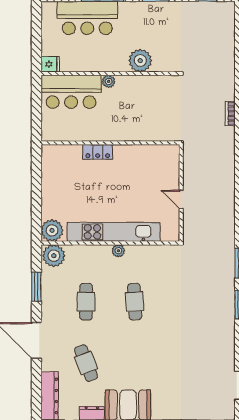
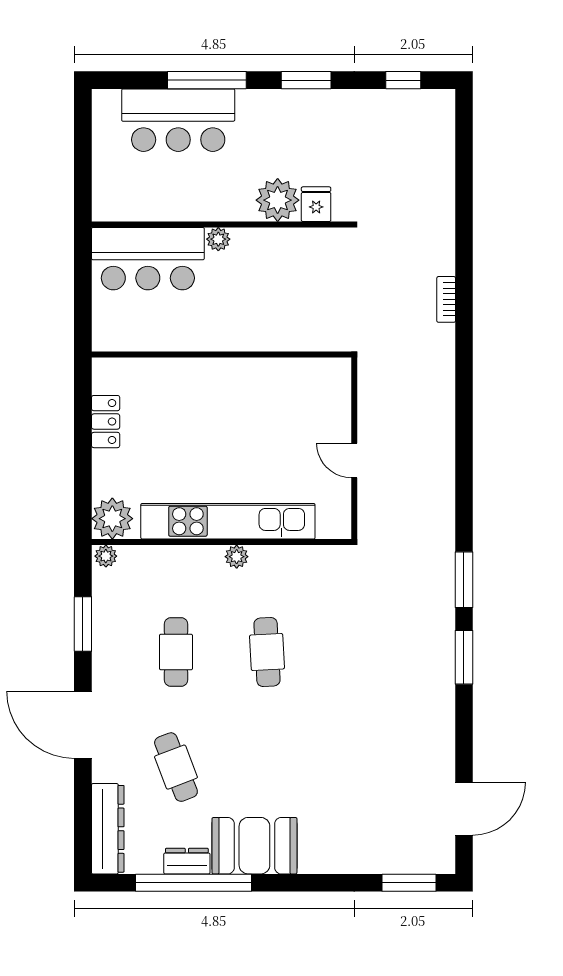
fridge: (50, 64) -> (316, 204), moved, turned -90
locker: (98, 152) -> (106, 422), moved, turned -90
plant: (54, 256) -> (106, 556), width x0.53, depth x0.53

